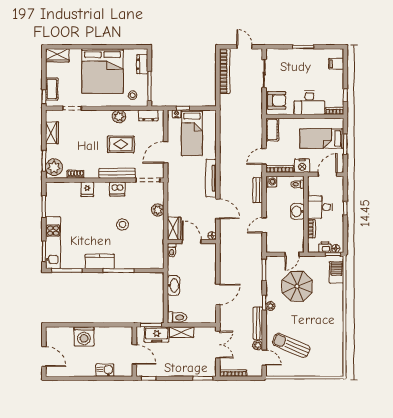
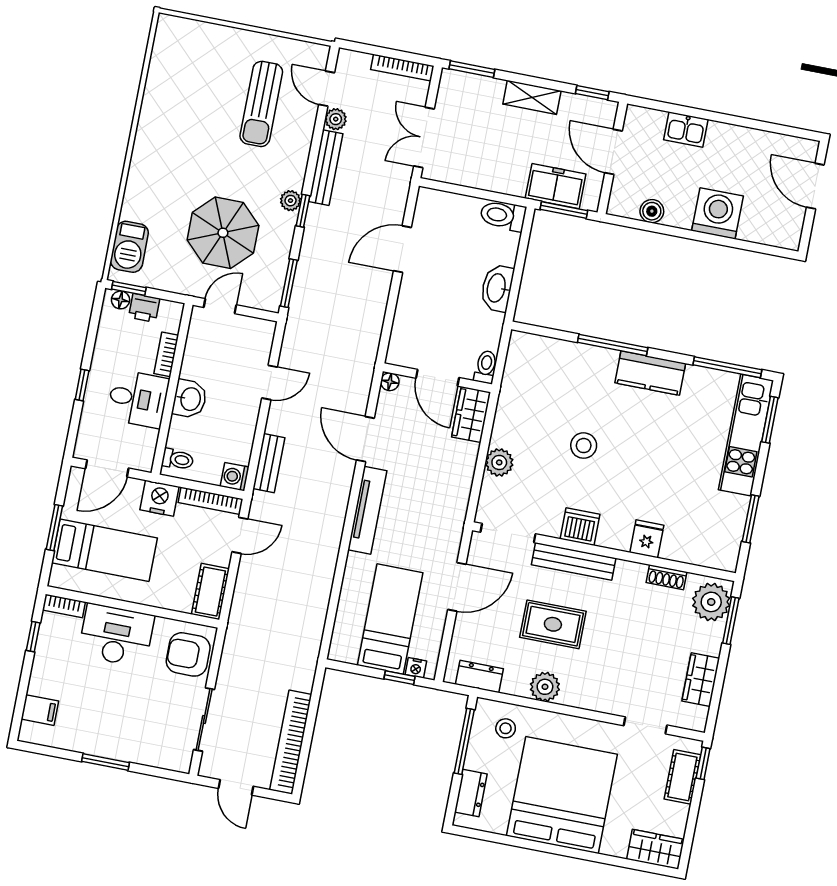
boiler: (113, 332) -> (652, 211), added
shelving: (182, 332) -> (532, 97), moved
sun lounger: (291, 345) -> (261, 104), turned 67

